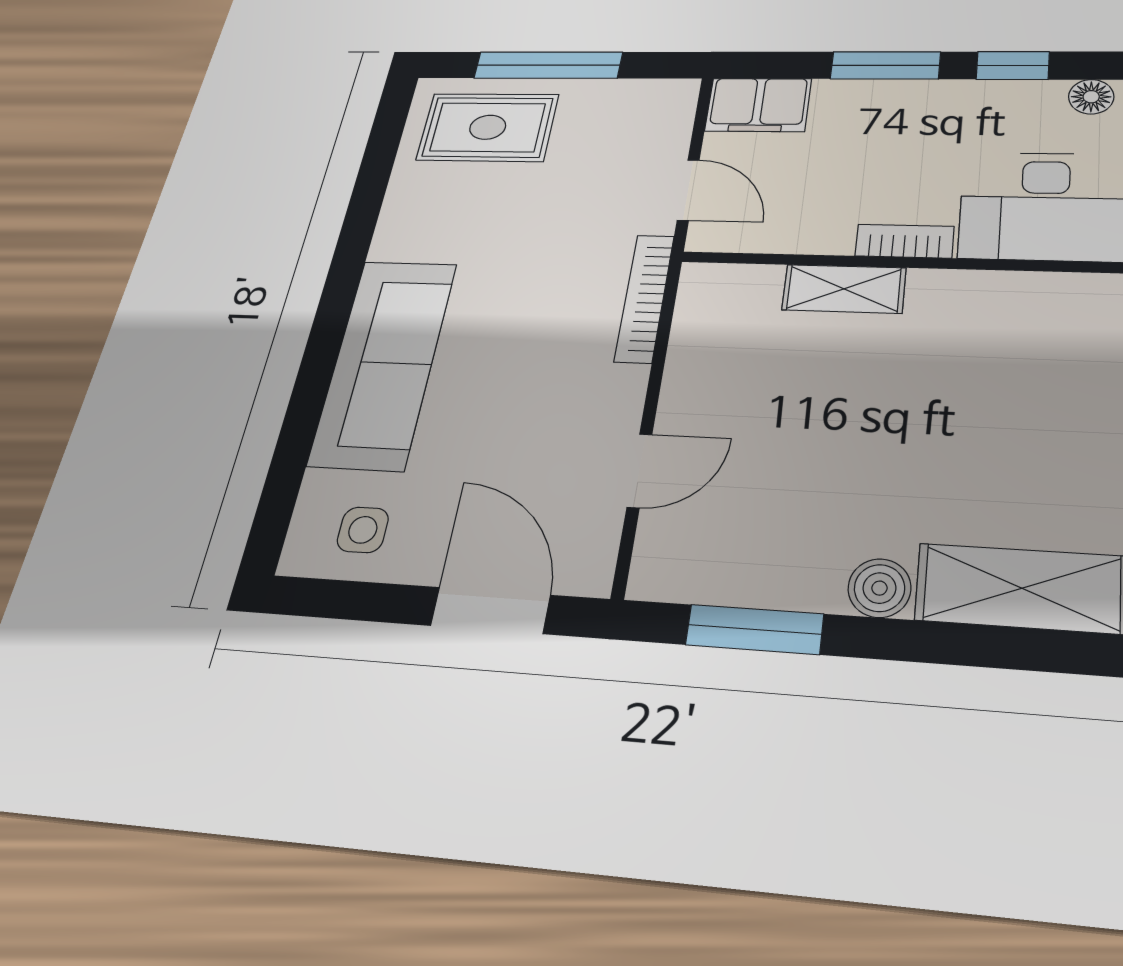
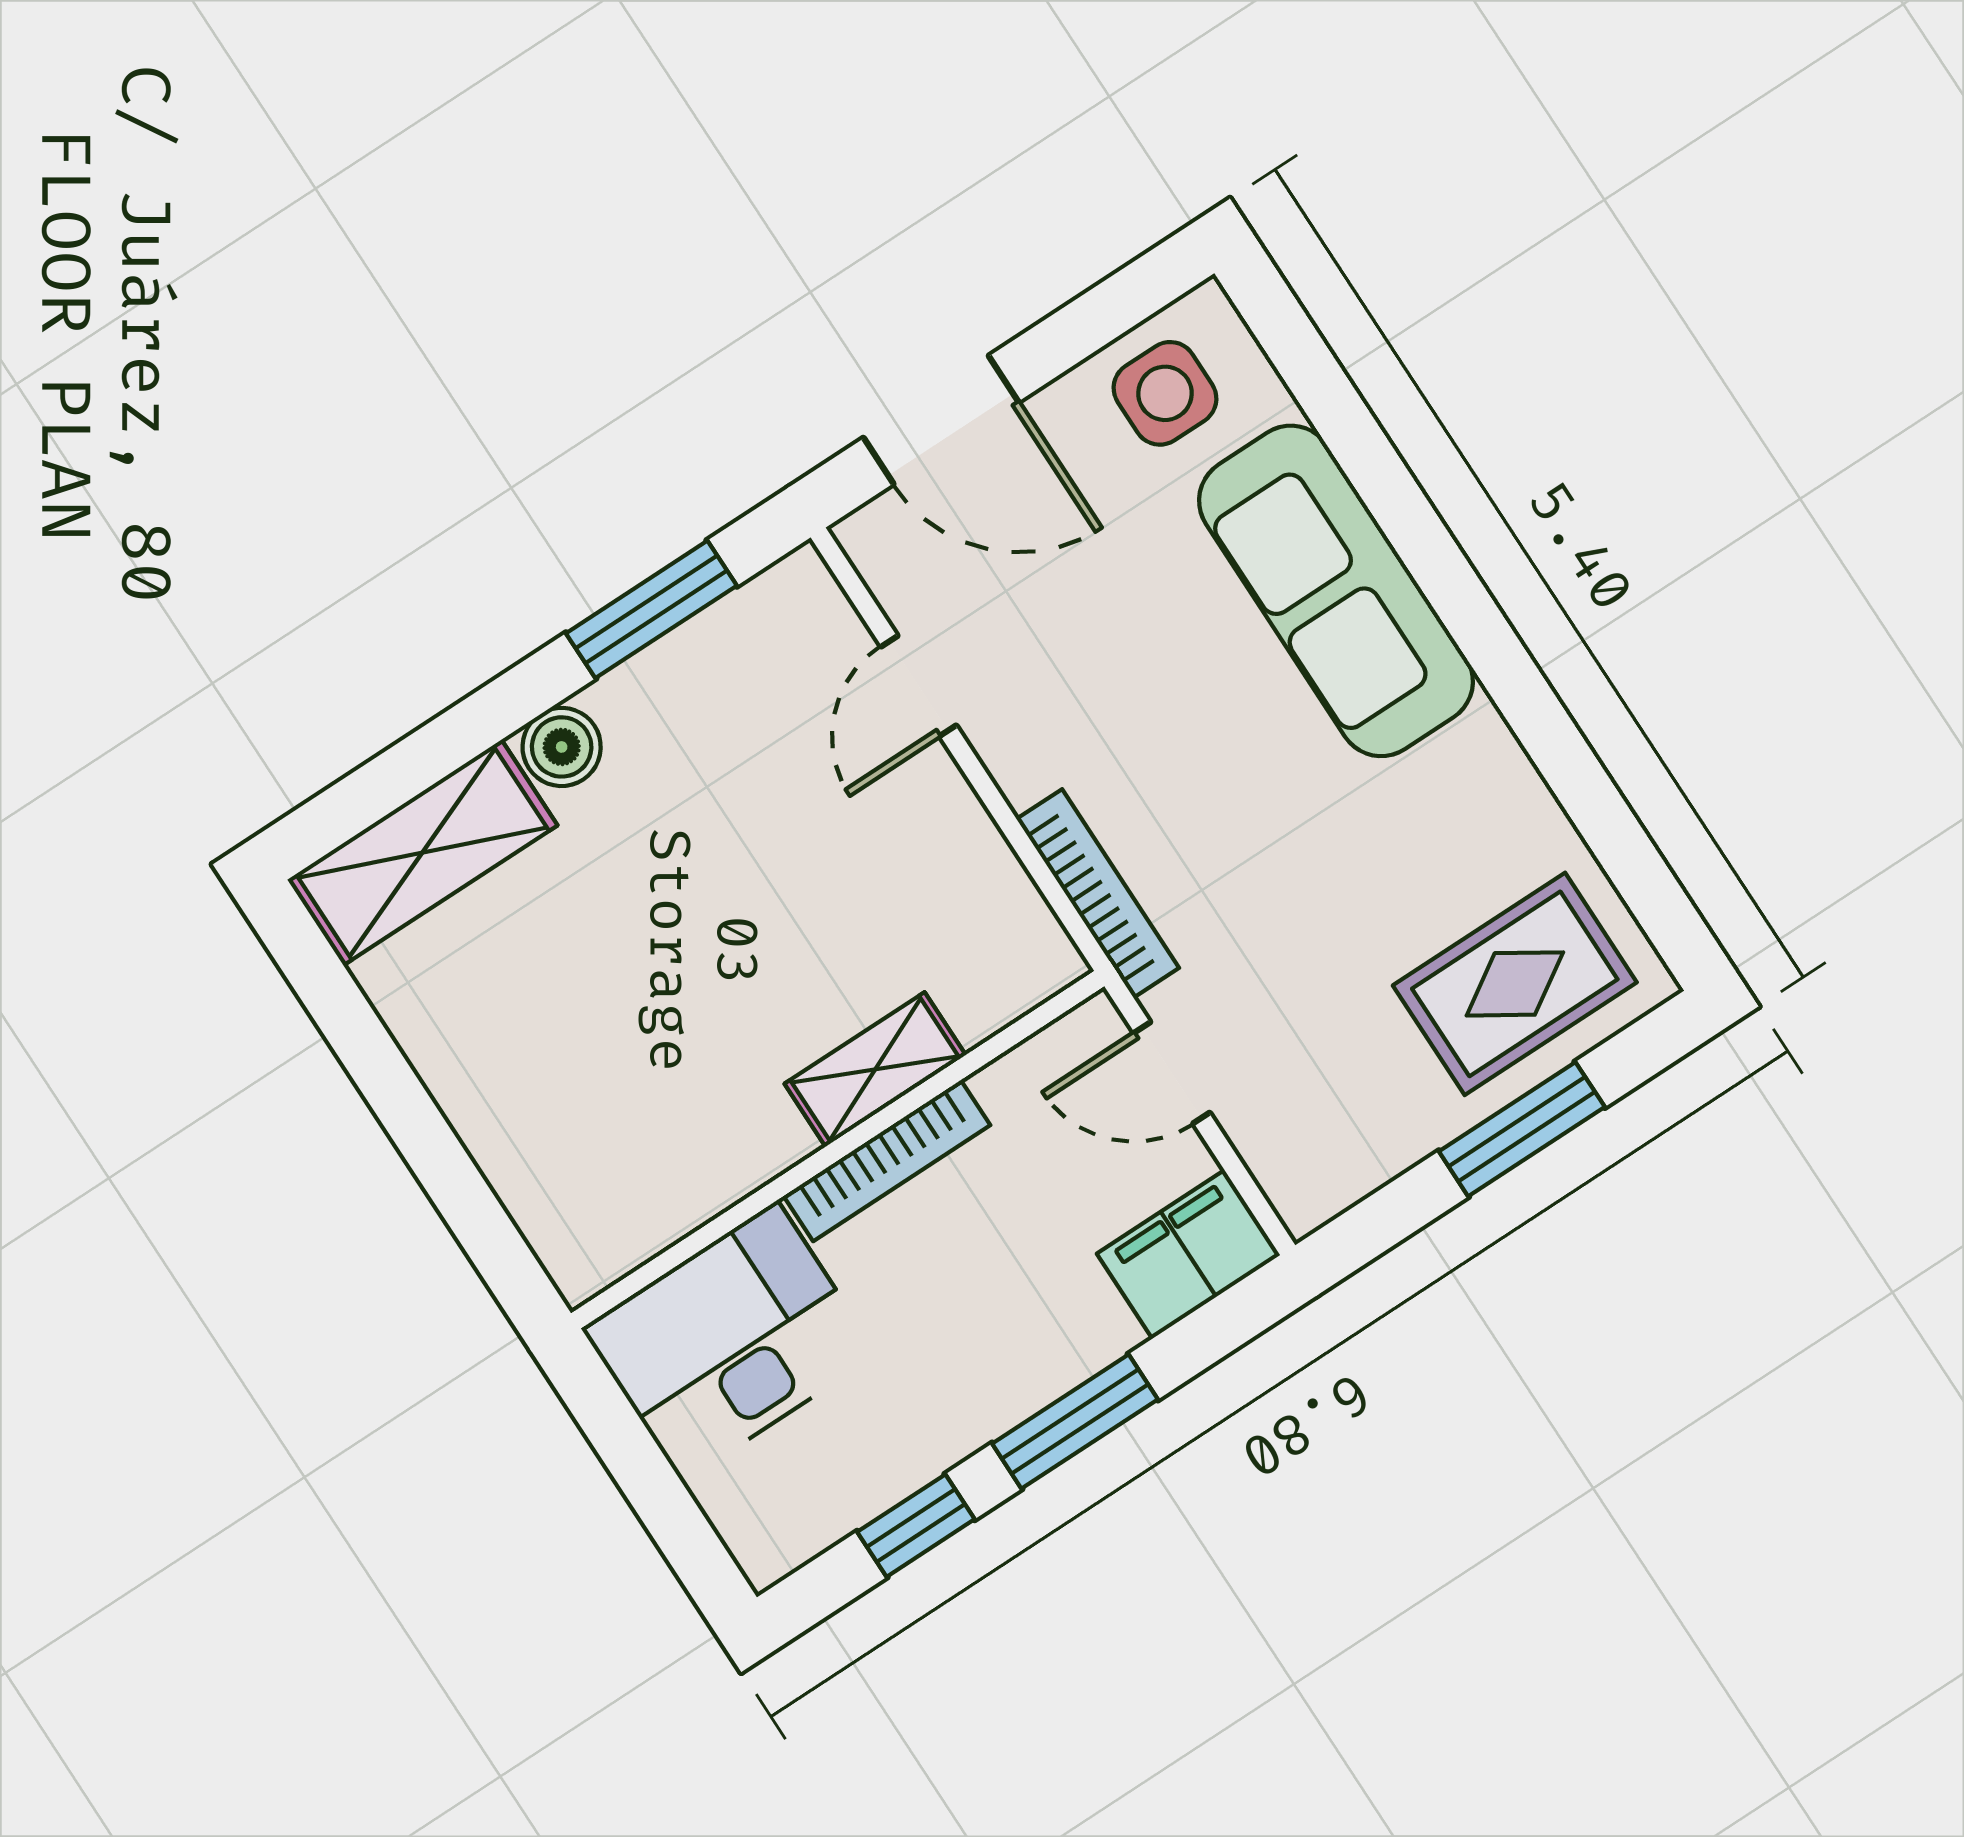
window: (548, 65) -> (1522, 1129), width x0.69
floor lamp: (1091, 97) -> (787, 1539), removed
bookcase: (905, 241) -> (887, 1161), width x1.56
side table: (363, 530) -> (1165, 393), width x1.37, depth x1.37

